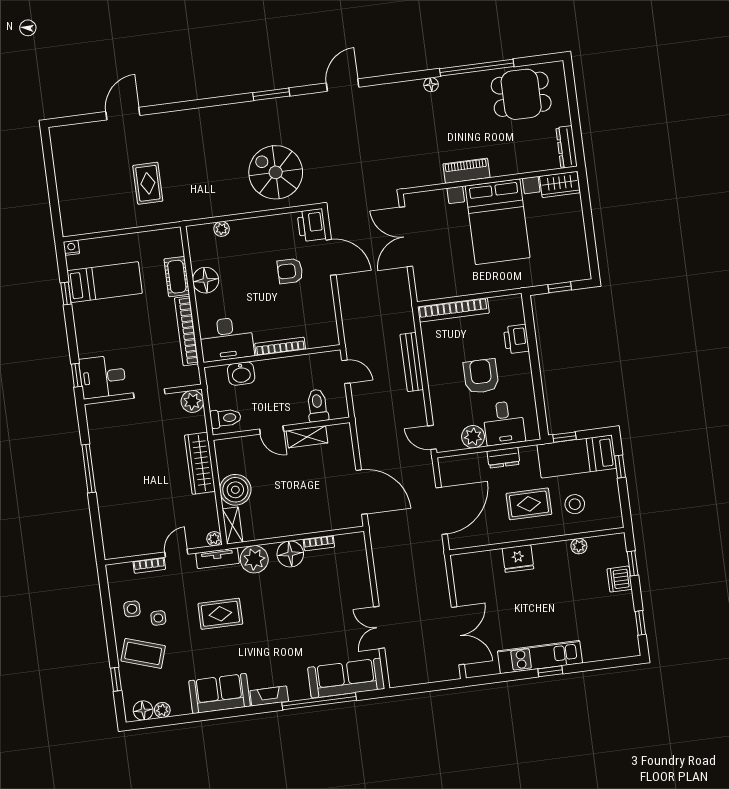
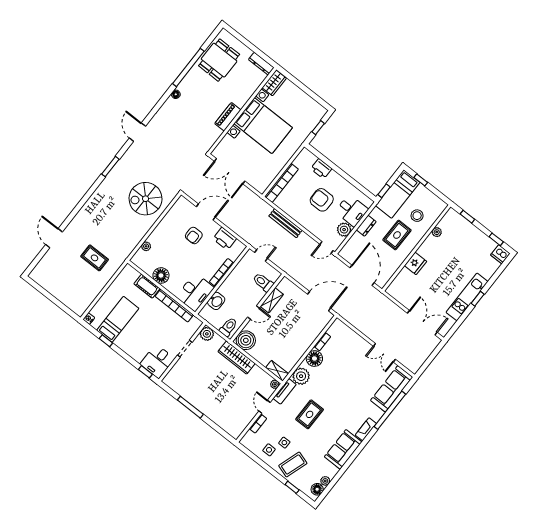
printer: (312, 225) -> (225, 239), moved
boiler: (235, 490) -> (246, 340), moved
dishwasher: (620, 579) -> (500, 254), moved

